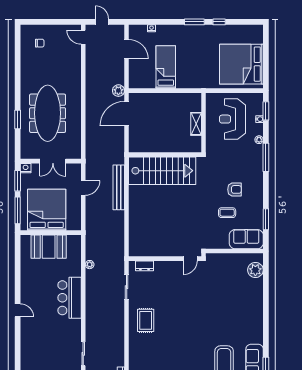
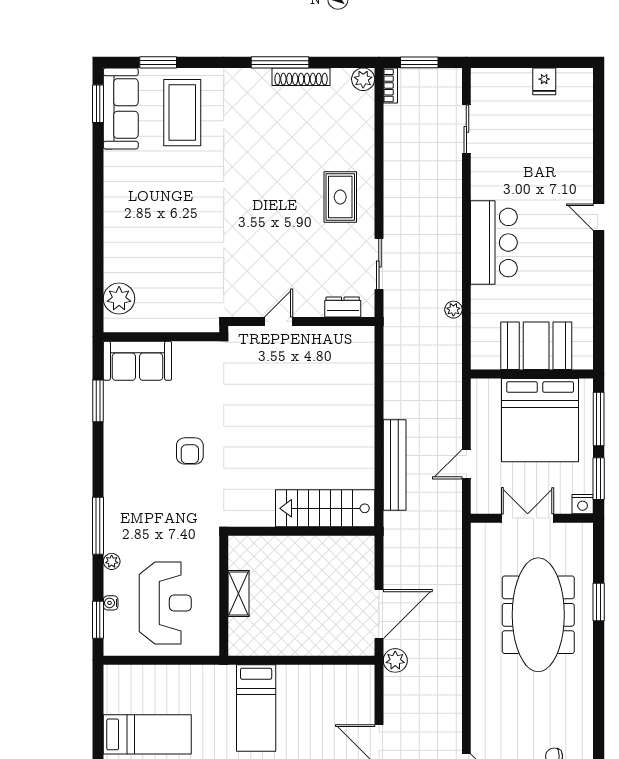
bed: (241, 64) -> (147, 734), width x0.49
bed: (166, 67) -> (256, 708), moved
stairs: (162, 171) -> (325, 508), width x0.73, depth x0.66
armchair: (234, 189) -> (190, 451), moved, turned -90
coffee table: (227, 213) -> (176, 414), removed
door: (190, 259) -> (278, 321), moved

